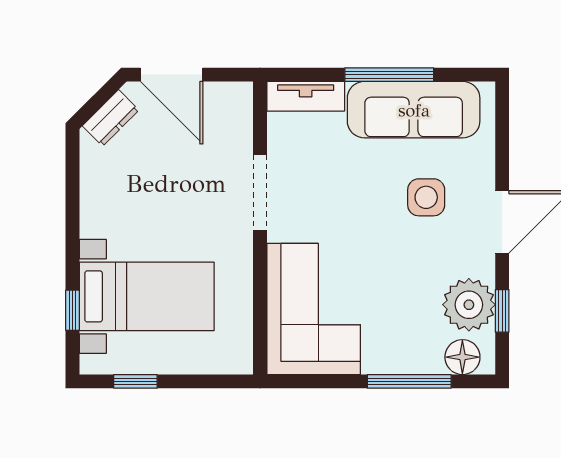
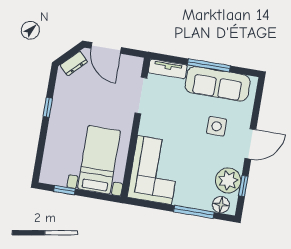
doorway: (260, 192) -> (141, 95), moved
bed with nightstands: (147, 296) -> (99, 160), moved, turned -90
window: (73, 310) -> (48, 107), moved

